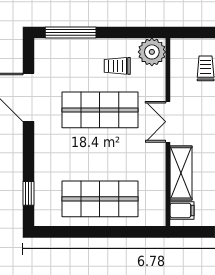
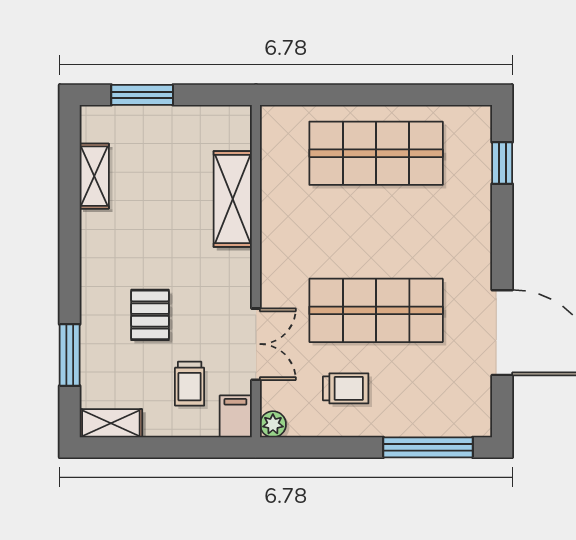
plant: (152, 52) -> (273, 424), width x0.53, depth x0.53
double door: (168, 122) -> (256, 344), moved
filing cabinet: (182, 210) -> (235, 416), moved, turned 90

